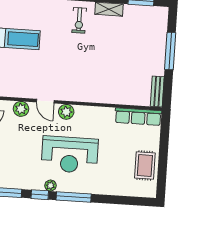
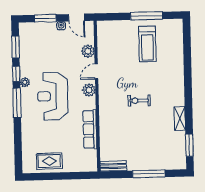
exercise bike: (79, 20) -> (139, 101), moved
row of seats: (138, 117) -> (90, 129), moved

